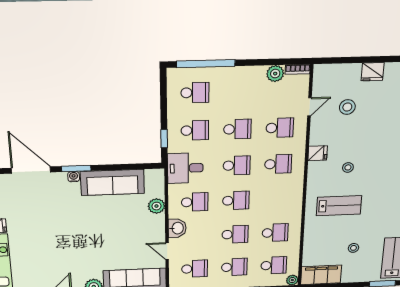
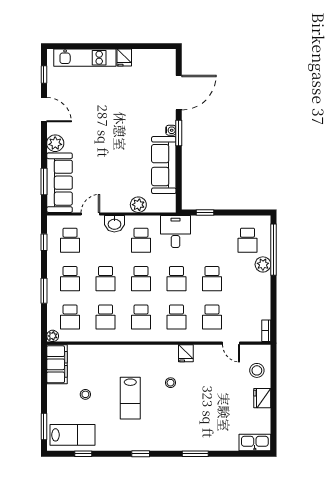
plant: (275, 74) -> (263, 264), moved
stool: (347, 107) -> (257, 370), moved
school desk: (195, 130) -> (141, 317), moved
lab bench: (339, 206) -> (130, 398), moved

